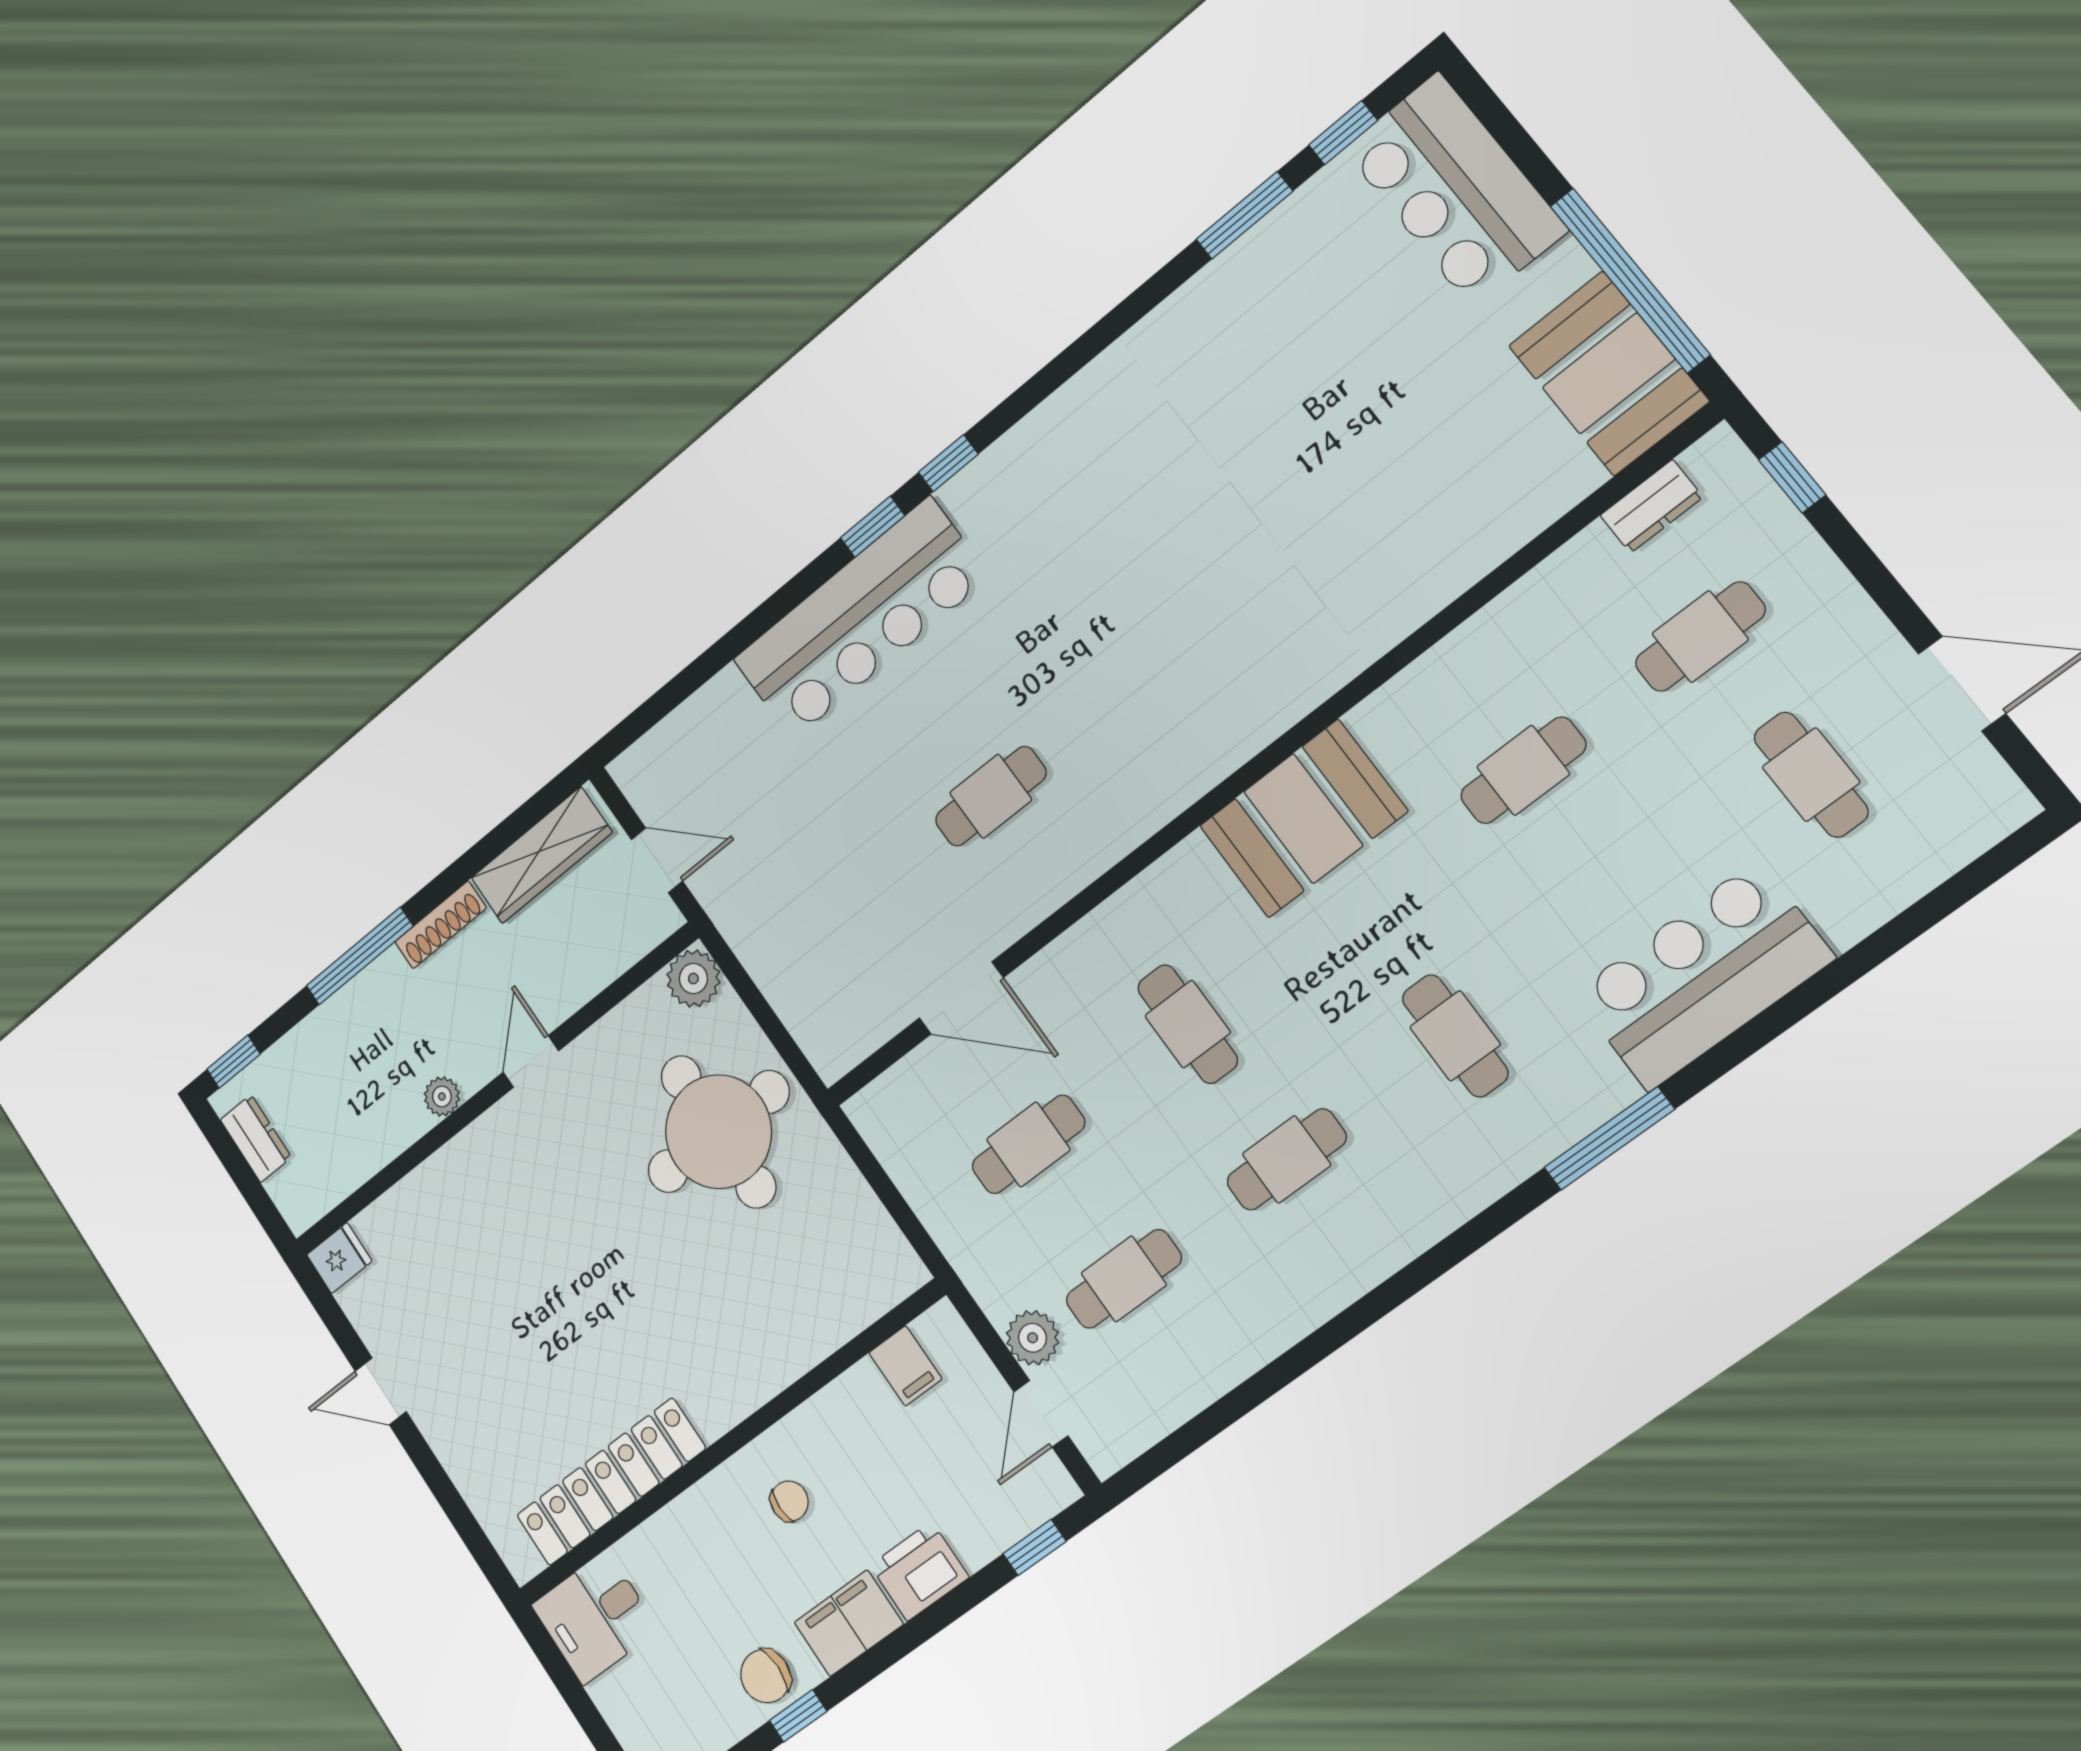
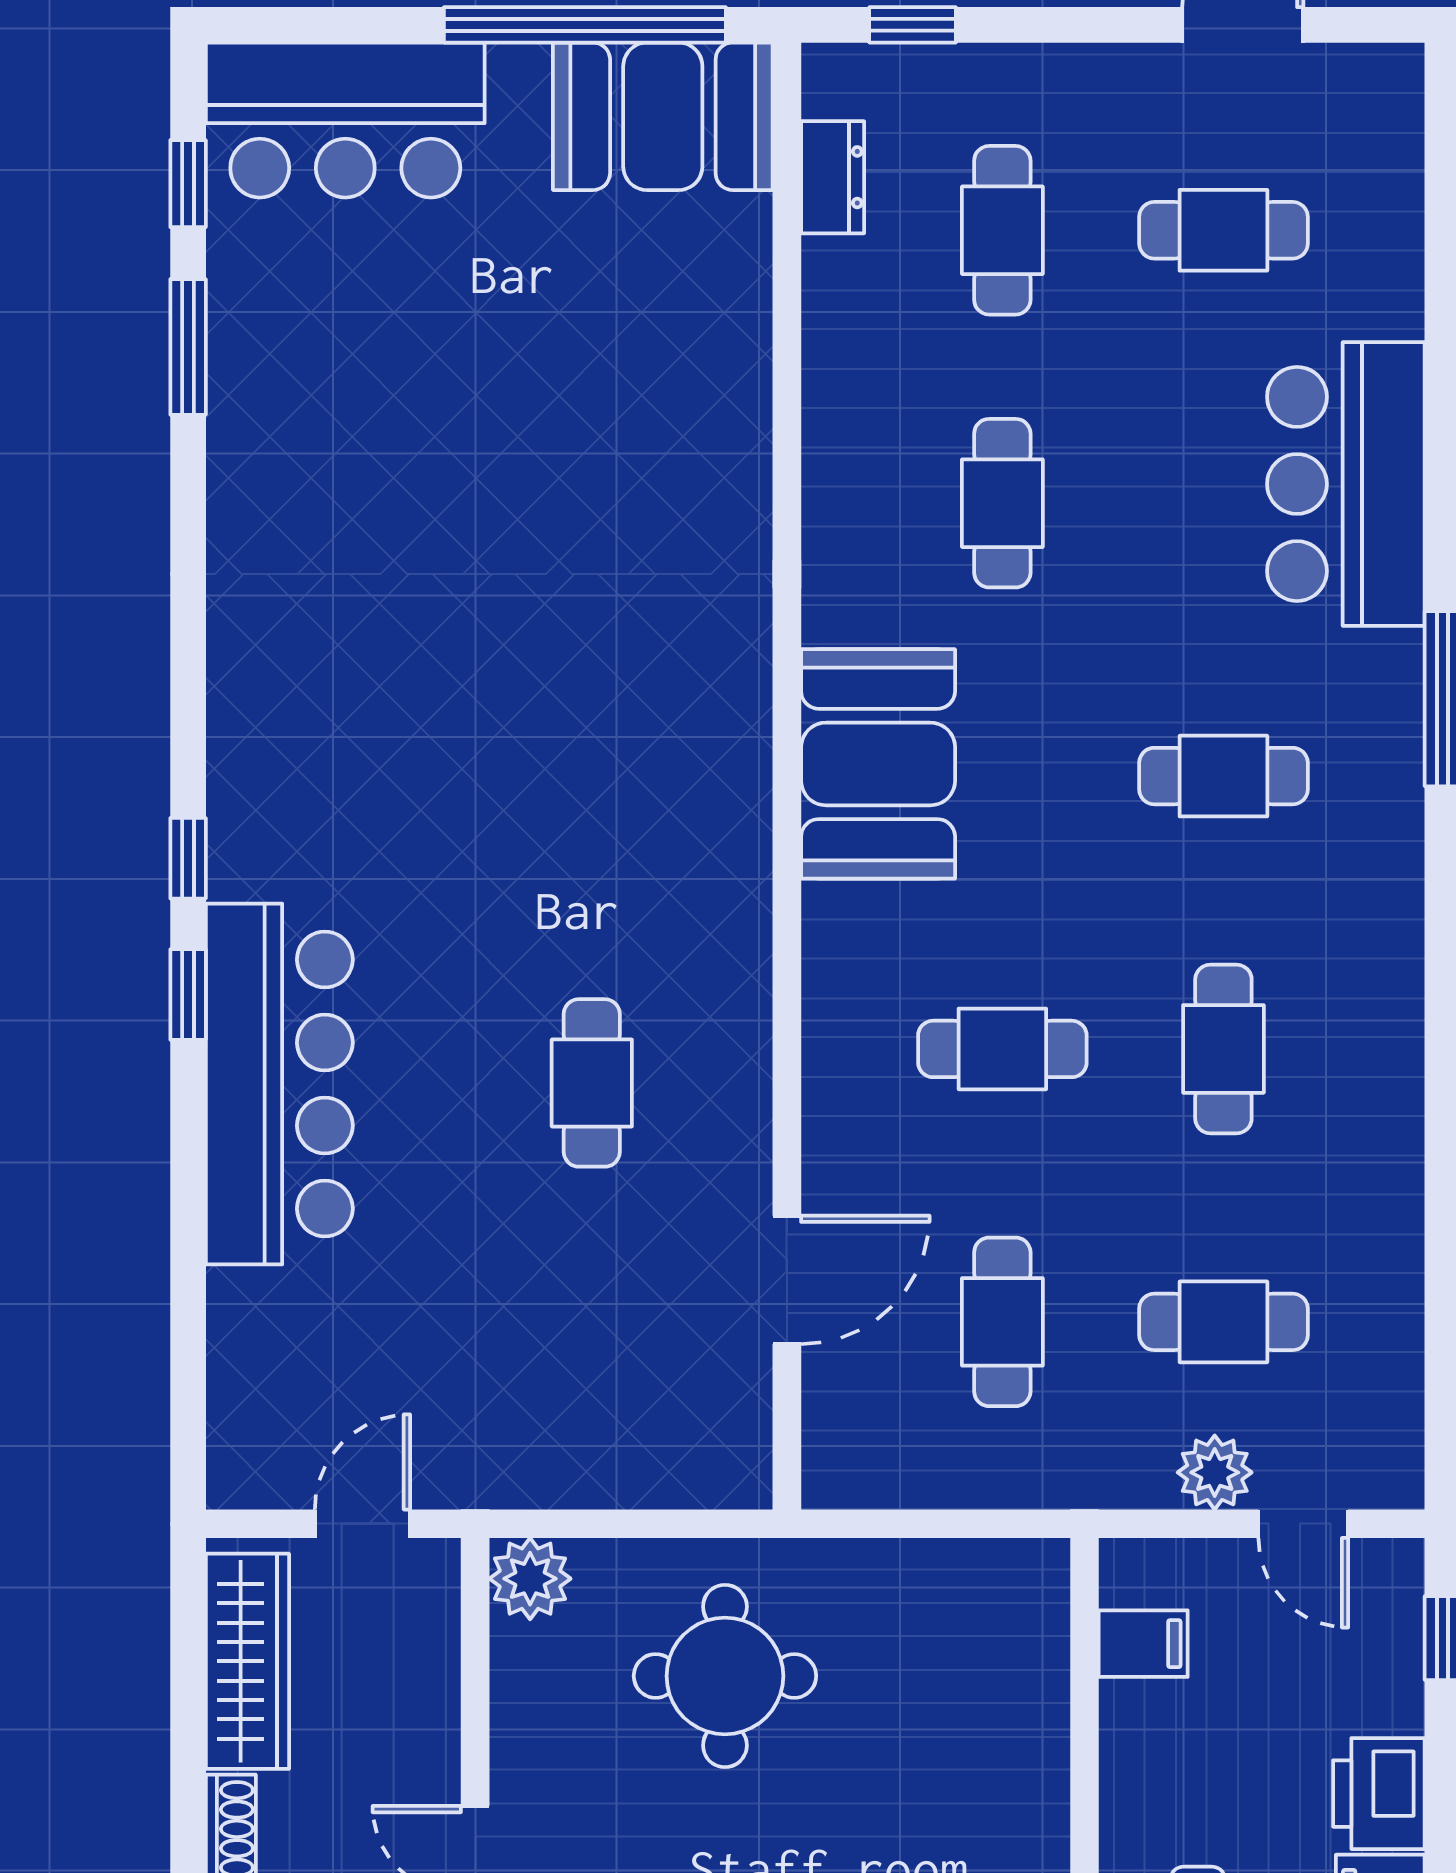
round table: (718, 1132) -> (725, 1676), width x0.73, depth x0.73
cafe table: (1124, 1279) -> (1223, 1322), turned 90

